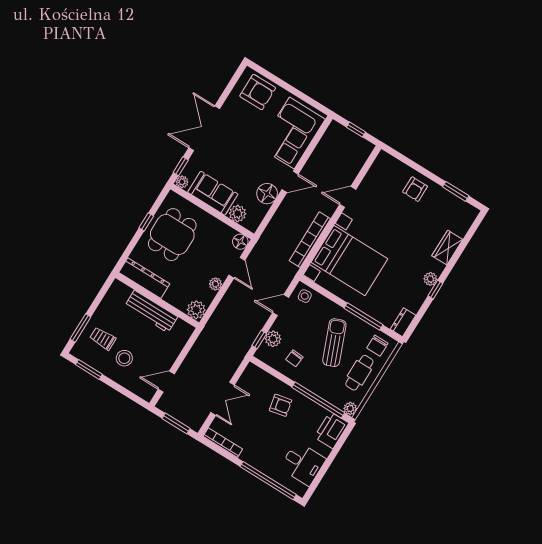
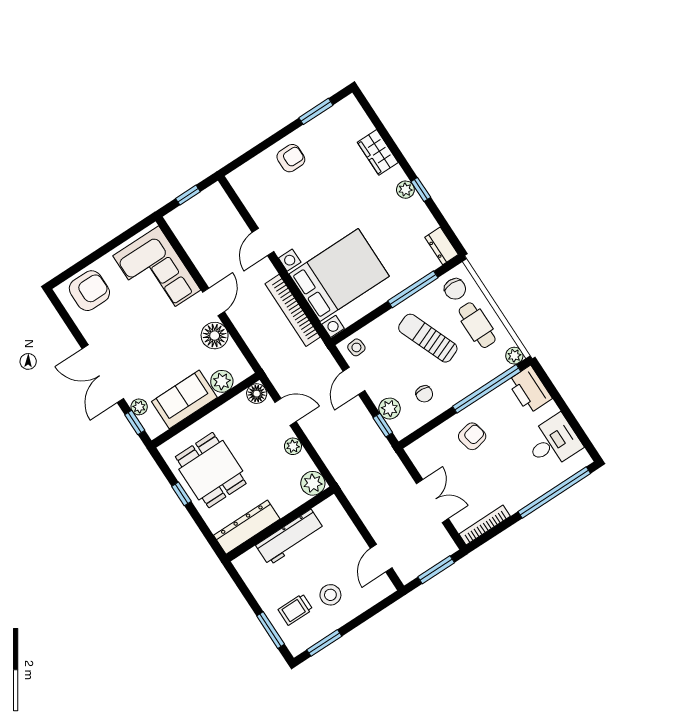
plant: (182, 182) -> (139, 407), moved
armchair: (415, 189) -> (291, 158), turned -90

